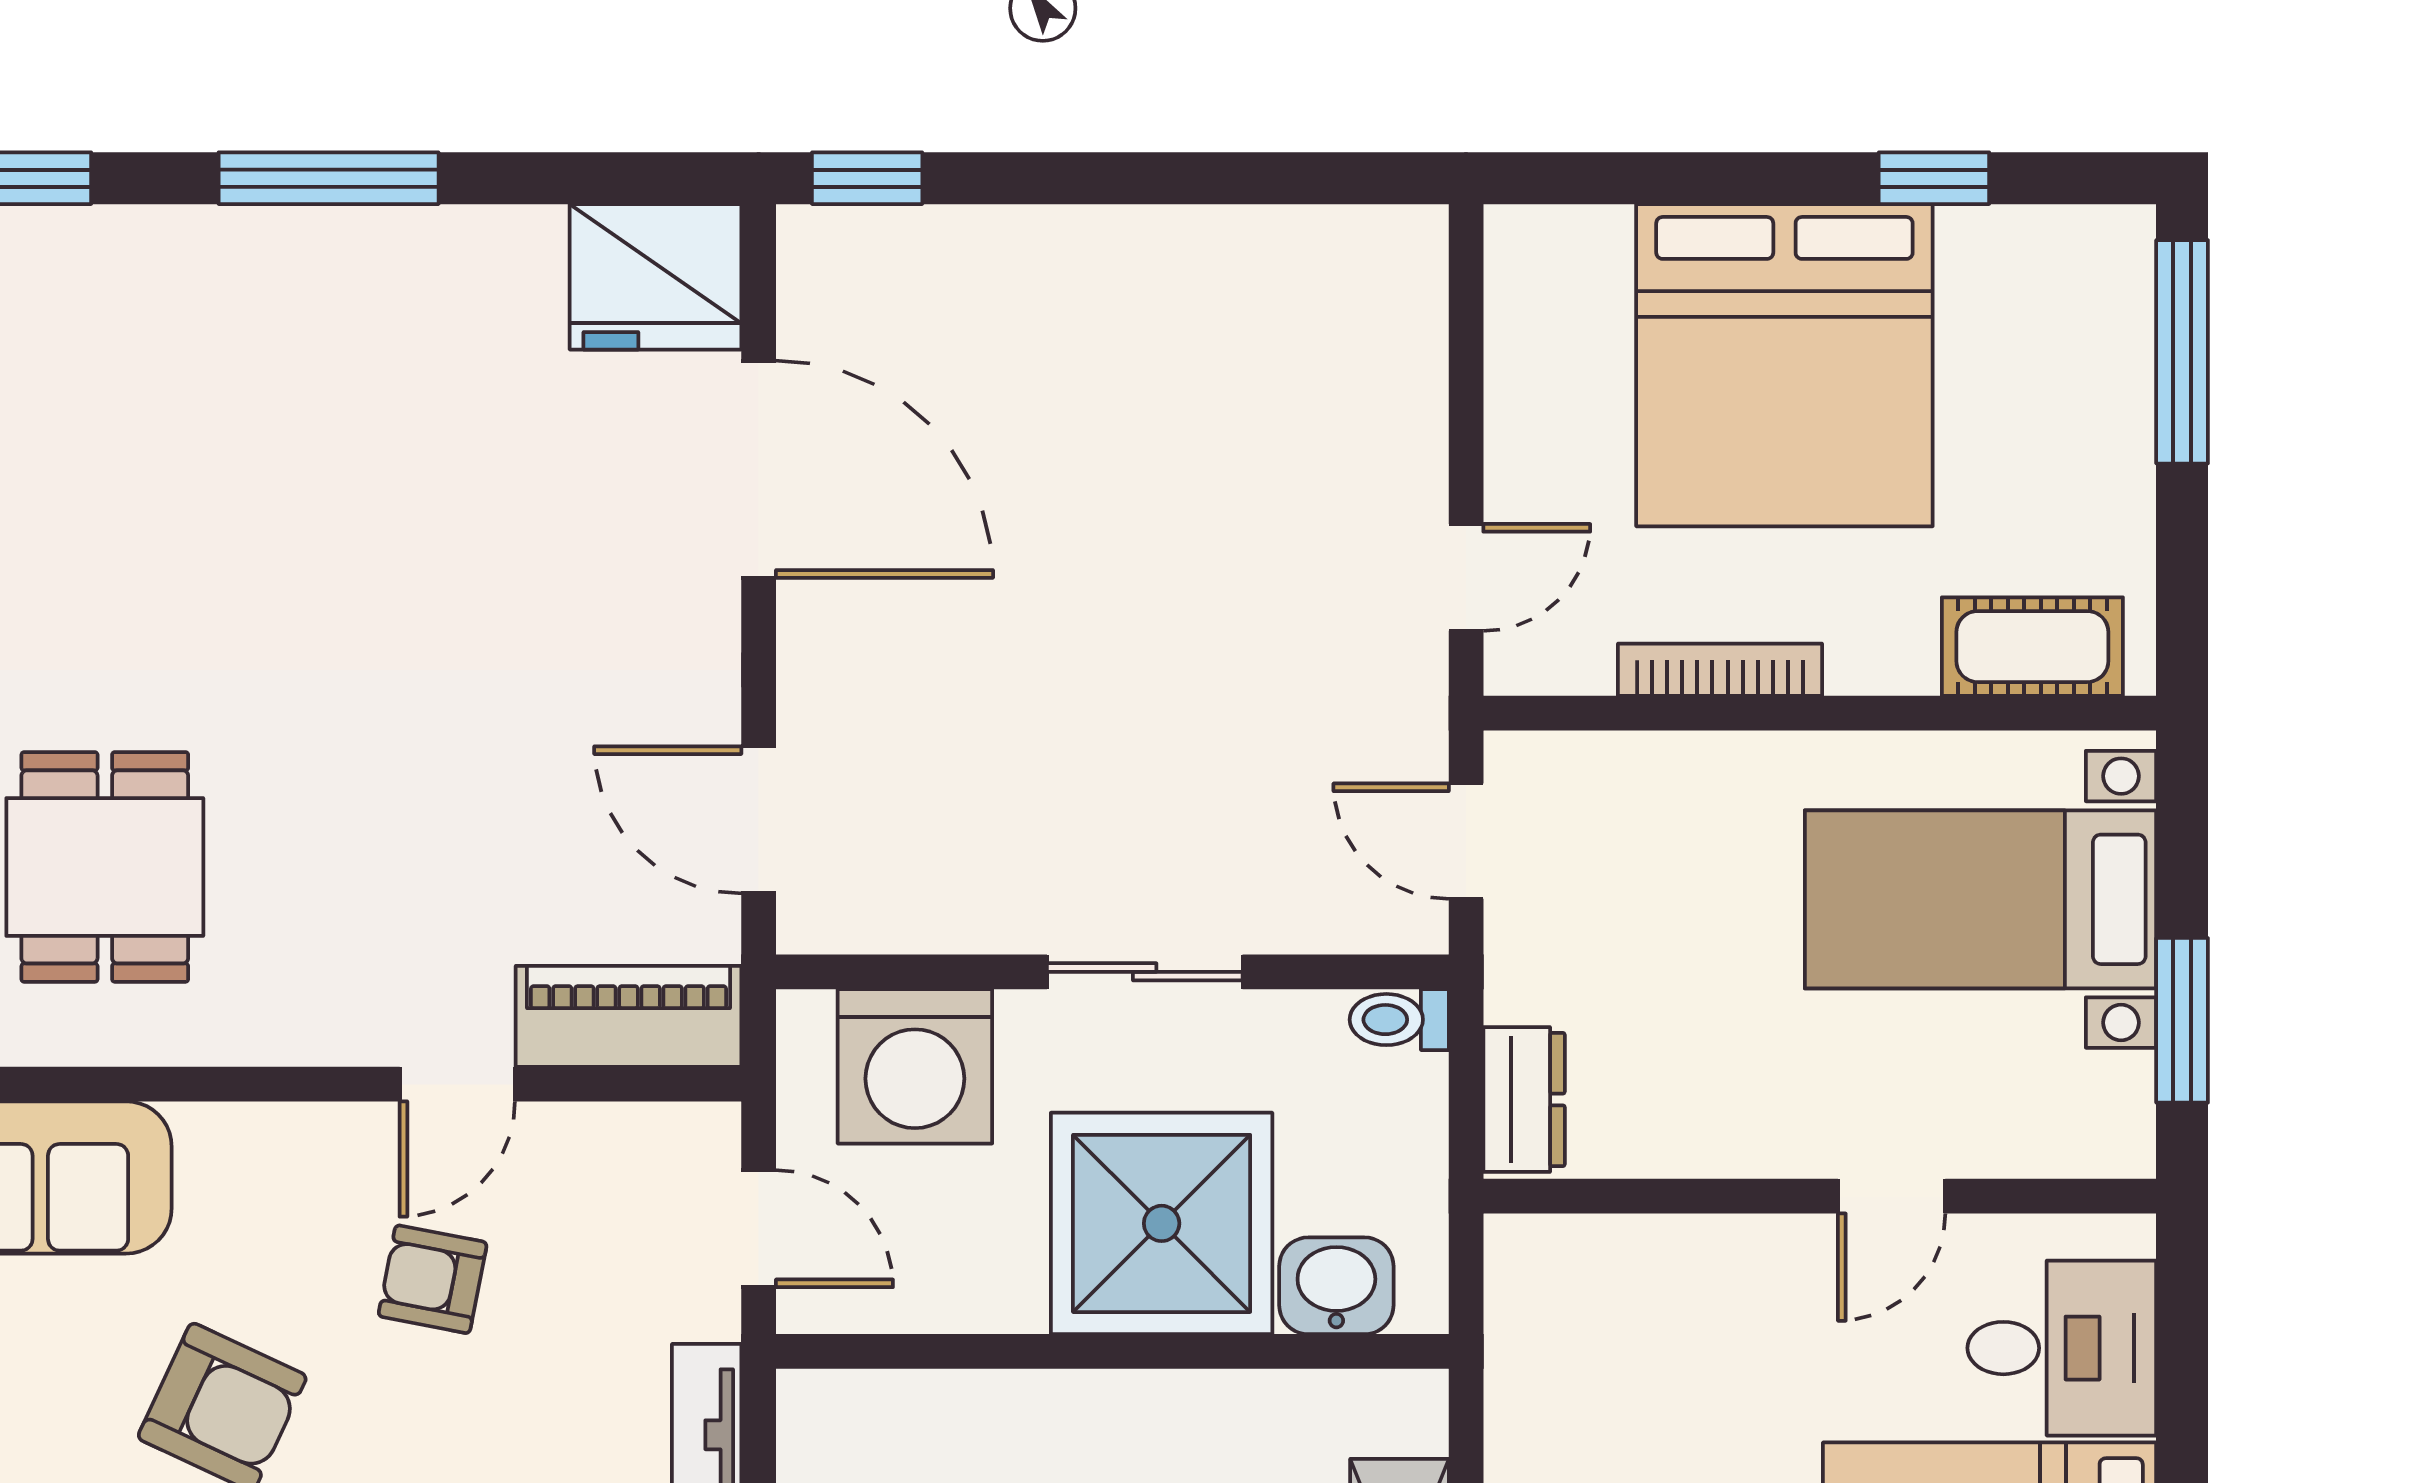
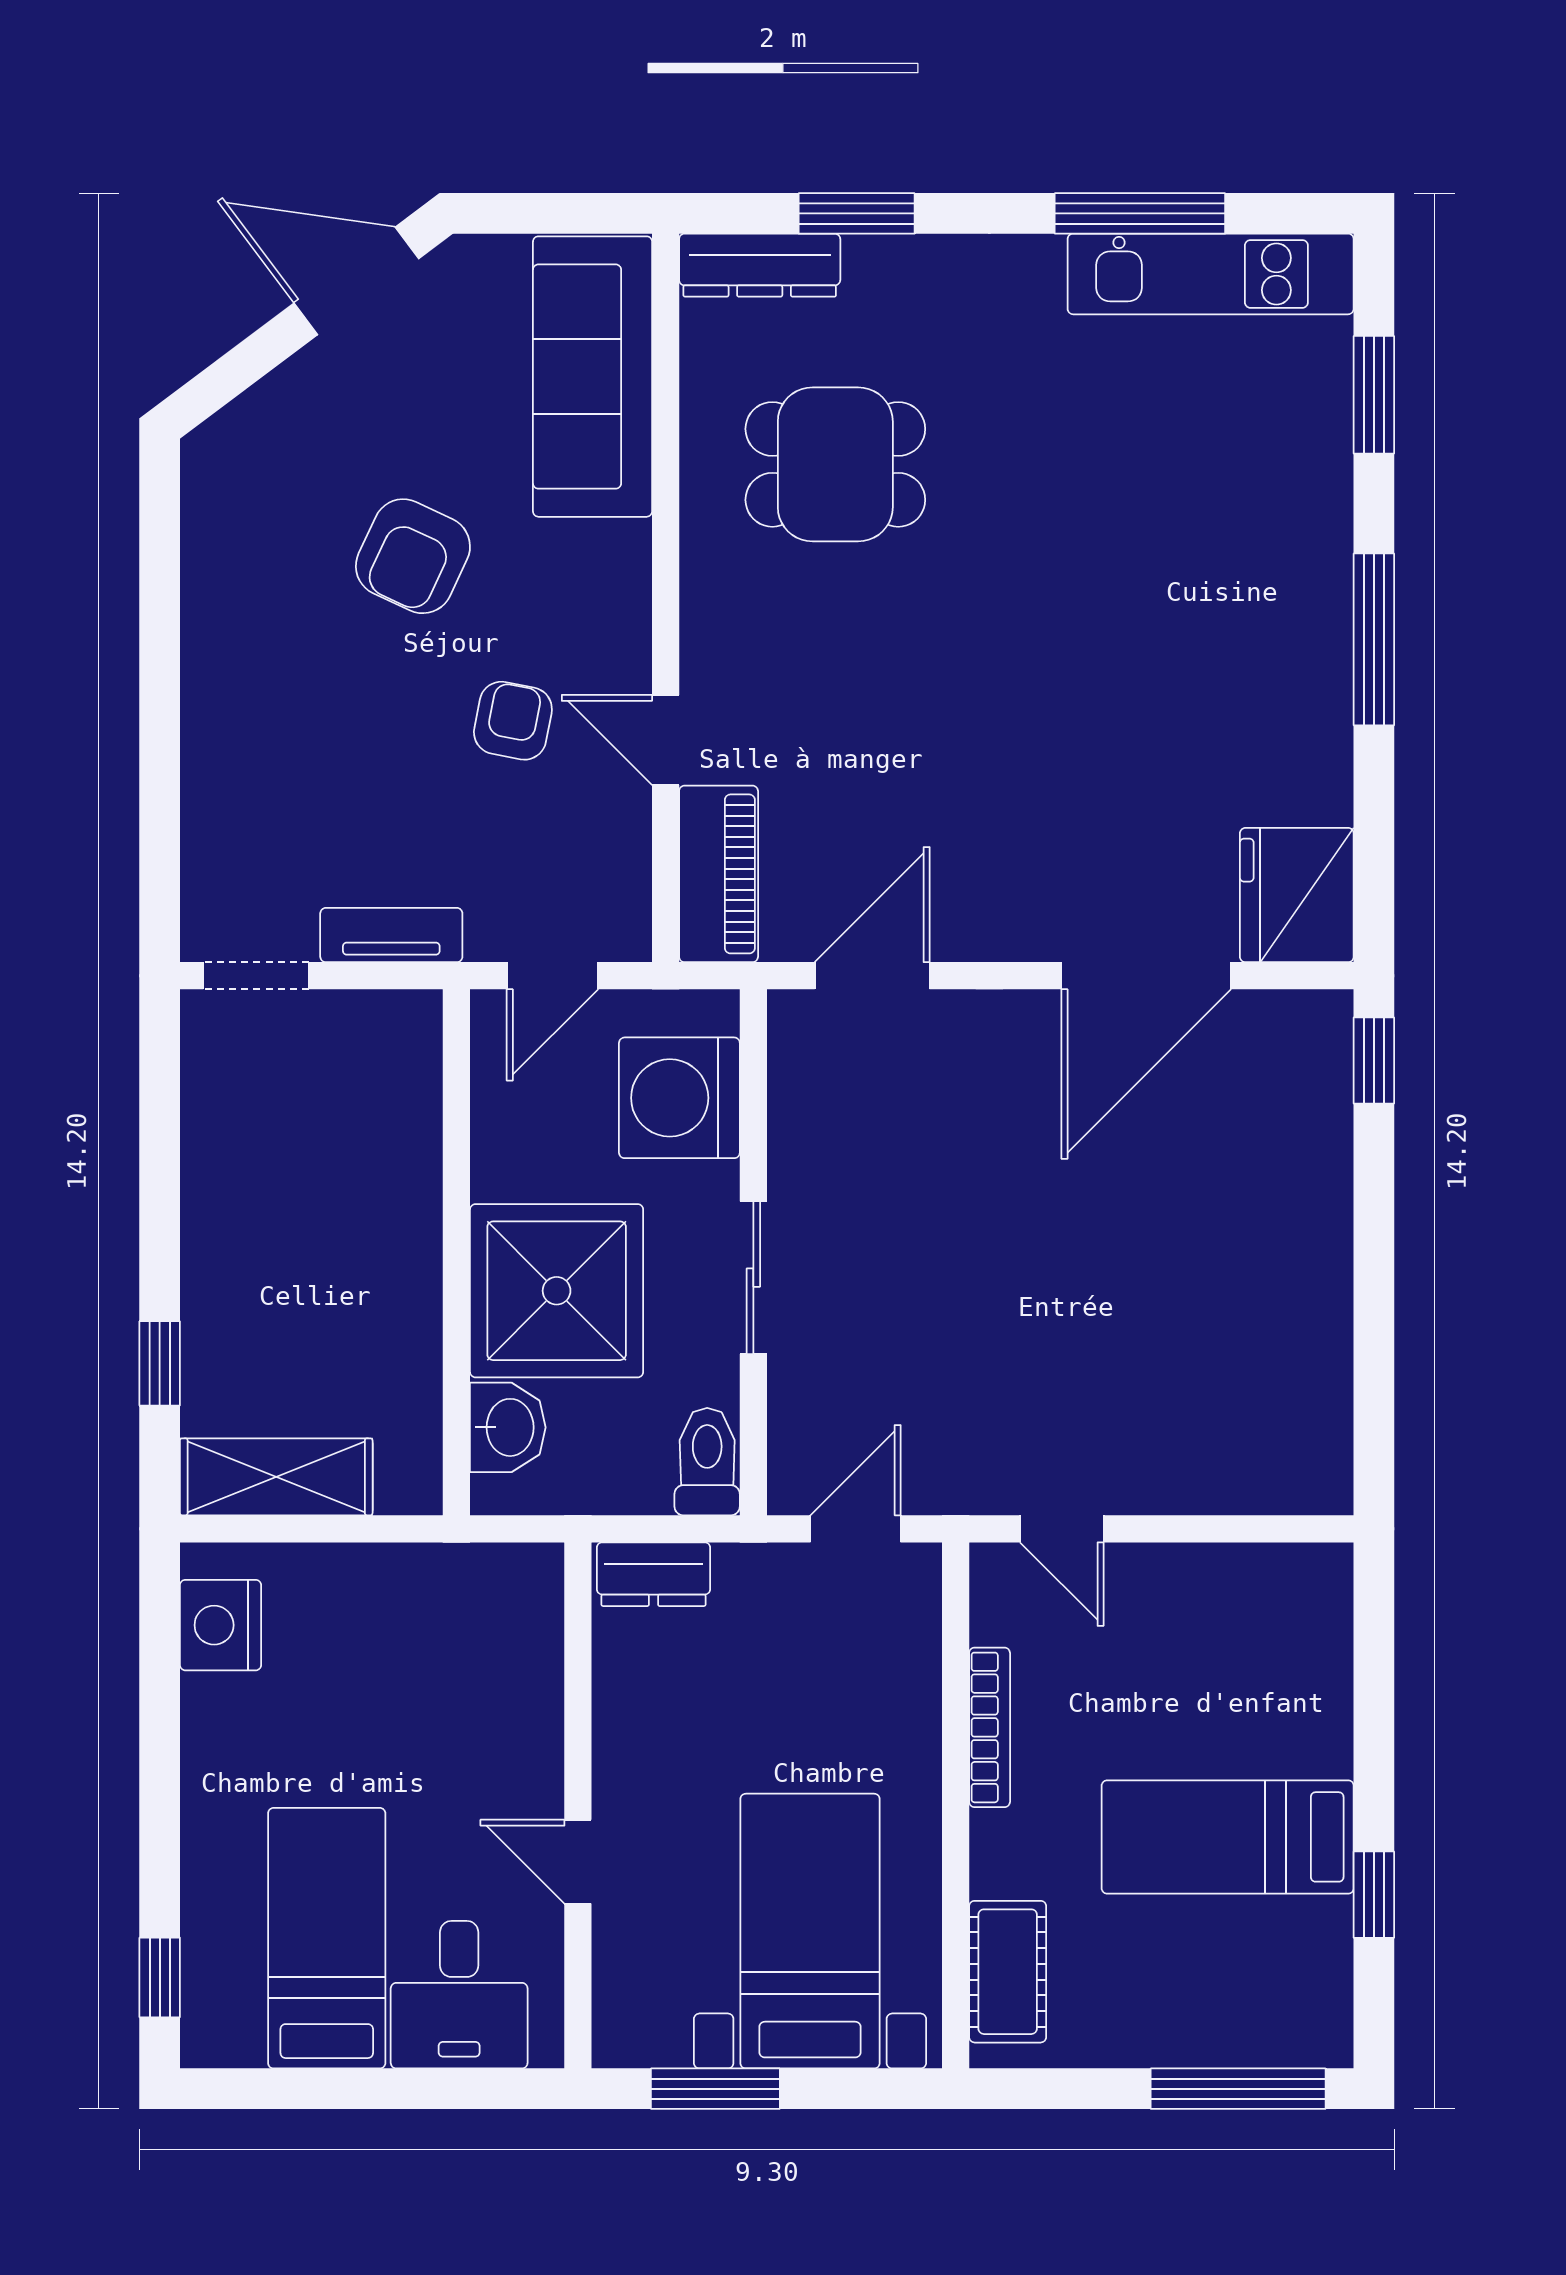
bed: (1784, 365) -> (1228, 1837), width x0.49
toilet: (1399, 1020) -> (707, 1462), width x1.37, depth x1.39

